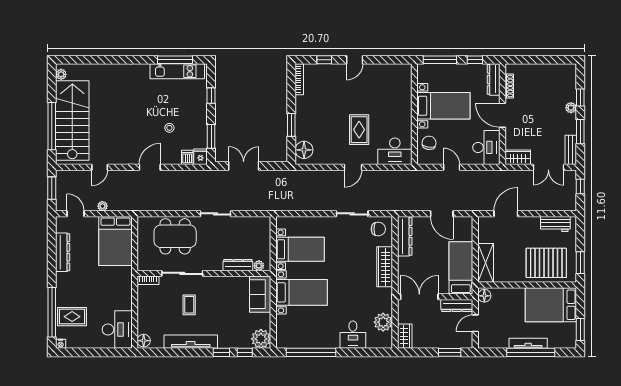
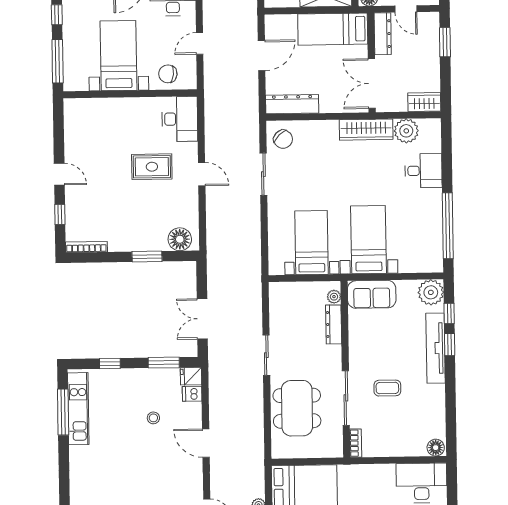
chair: (378, 229) -> (283, 139), turned 136
wardrobe: (385, 267) -> (366, 130), moved
tv unit: (191, 342) -> (436, 348), moved

